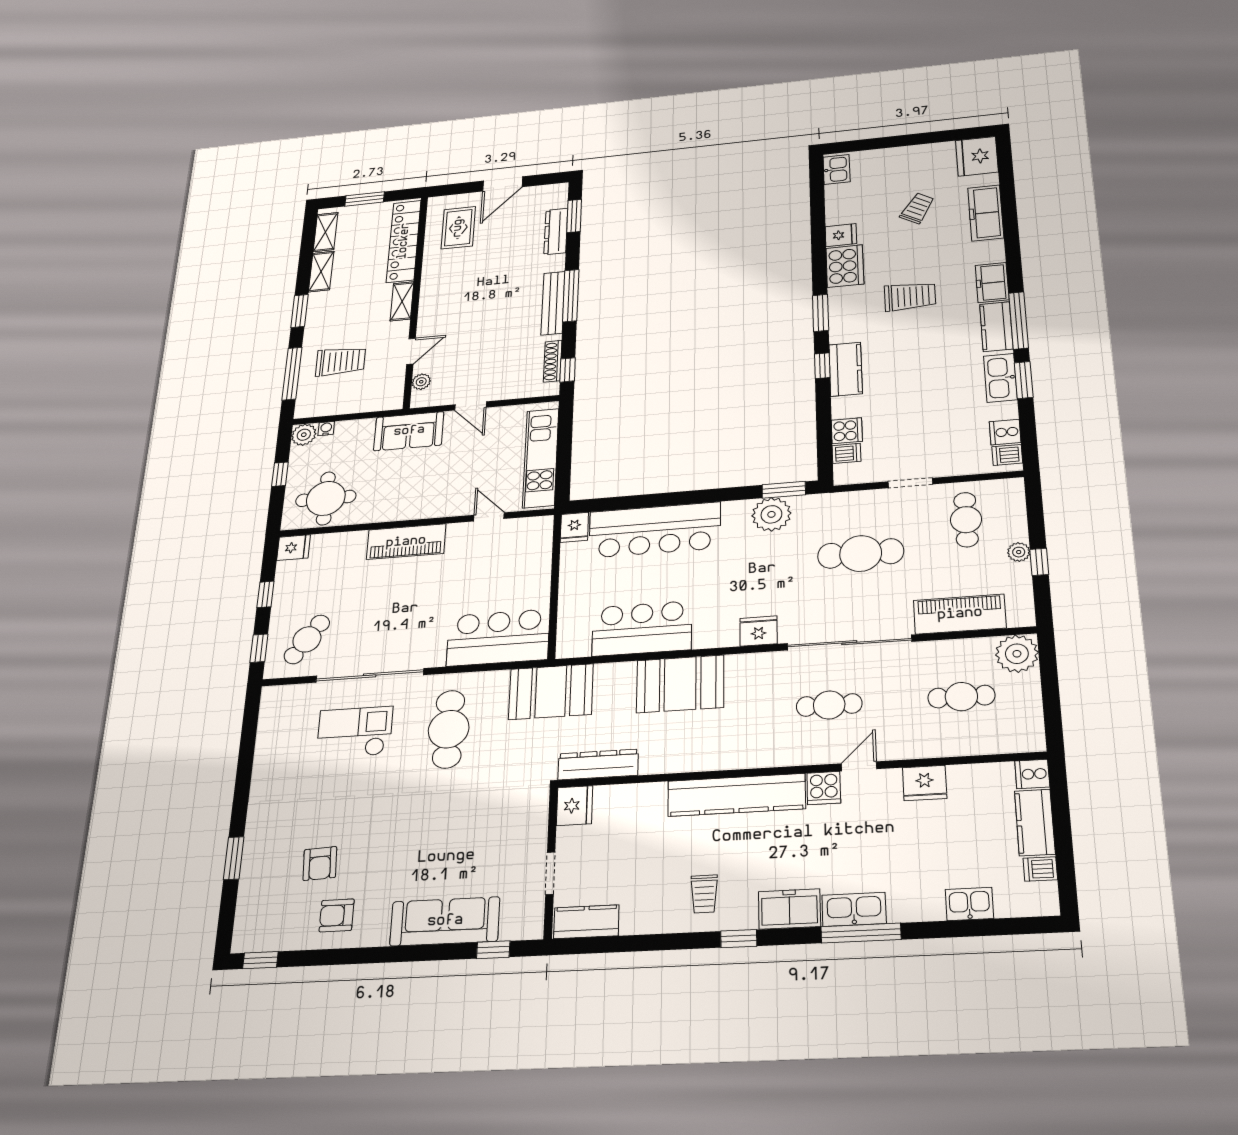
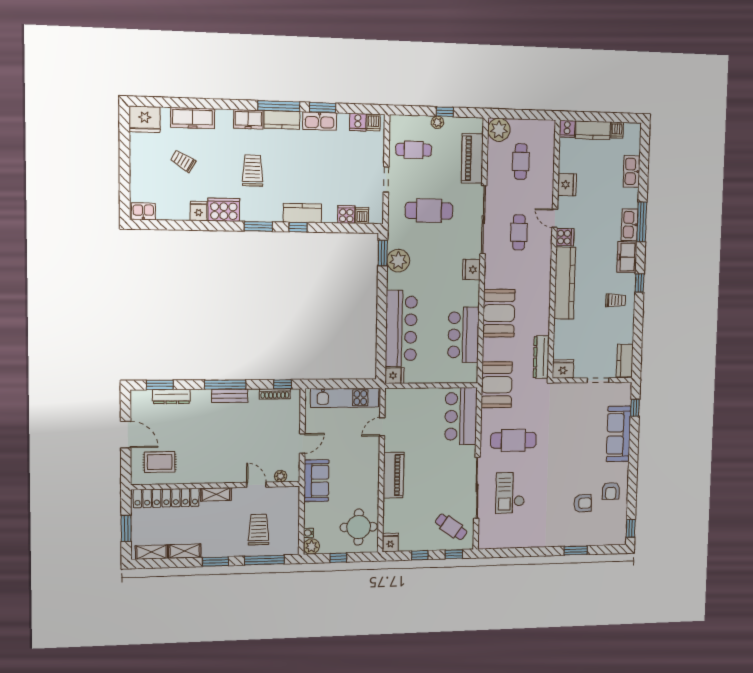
bench: (553, 303) -> (230, 396), width x0.73
cafe table: (861, 553) -> (429, 211), turned 90
kitchen sink: (969, 904) -> (632, 171), width x1.38

